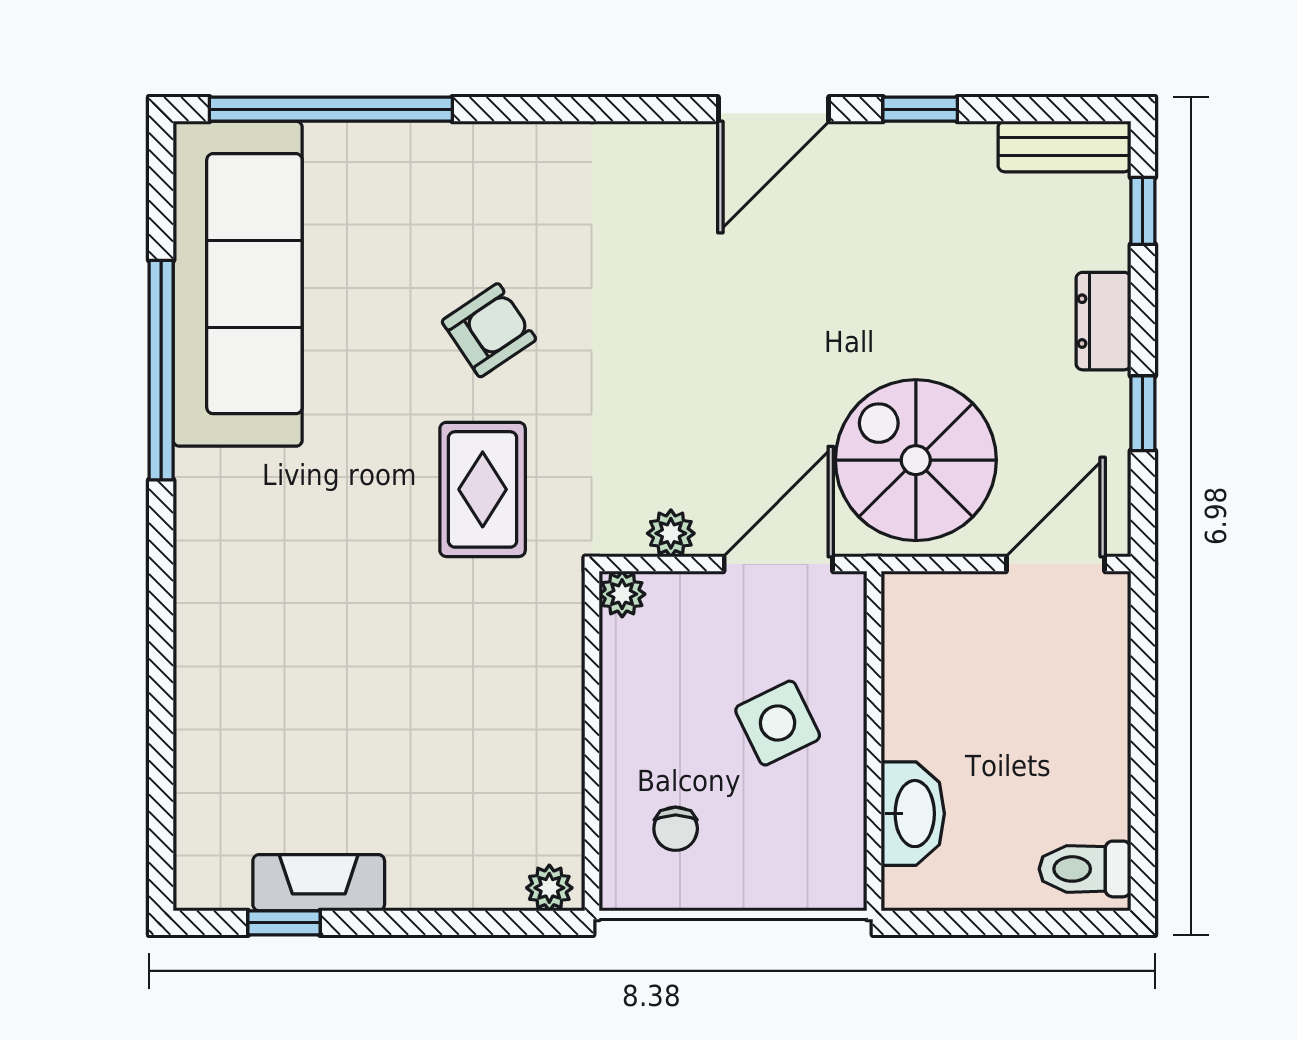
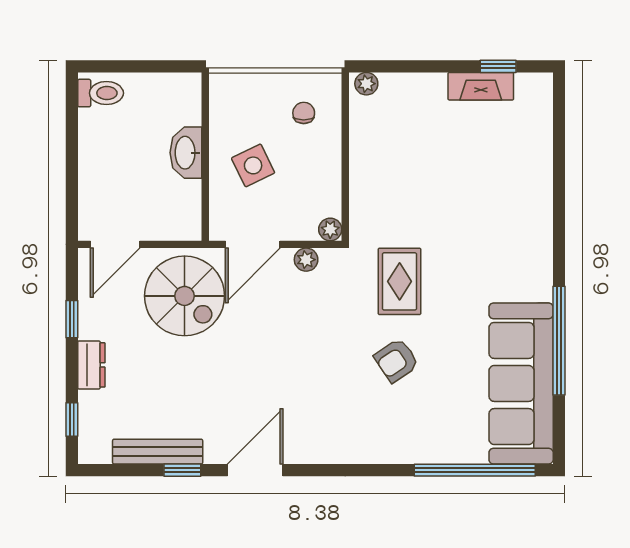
bench: (1064, 146) -> (158, 452), moved, width x1.36
washbasin: (913, 814) -> (186, 153), moved

